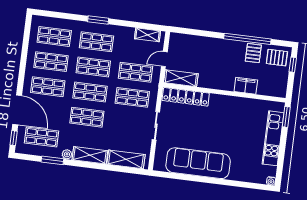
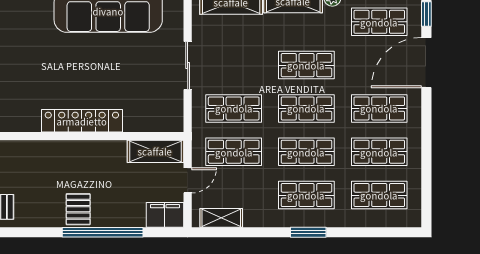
window: (247, 39) -> (103, 232), moved
pallet: (253, 53) -> (78, 209), moved
filing cabinet: (246, 86) -> (165, 215), moved, turned 180
locker: (186, 97) -> (82, 121), moved
door: (17, 110) -> (426, 63), hinge flipped

